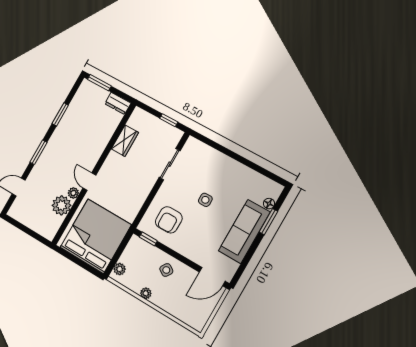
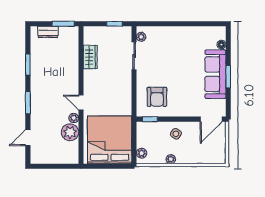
window: (99, 83) -> (63, 24), moved
dresser: (118, 103) -> (48, 32), moved
plant: (188, 148) -> (141, 37), added
side table: (205, 200) -> (175, 67), removed
window: (268, 222) -> (228, 77), moved

